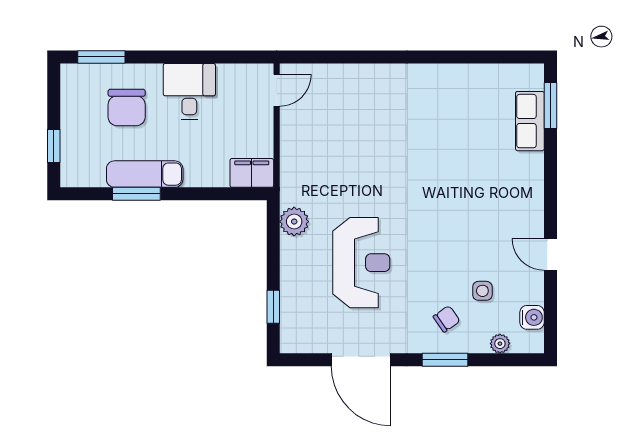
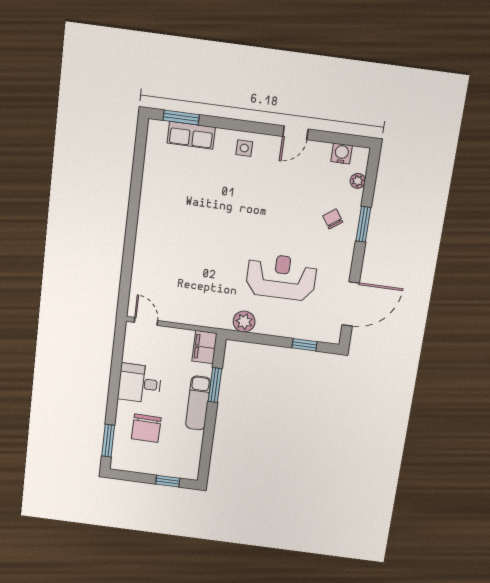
chair: (127, 108) -> (146, 428), turned 91
exam couch: (145, 174) -> (198, 403), moved
window: (136, 194) -> (215, 385), moved
side table: (482, 291) -> (244, 148), moved
door: (361, 360) -> (351, 304), moved

